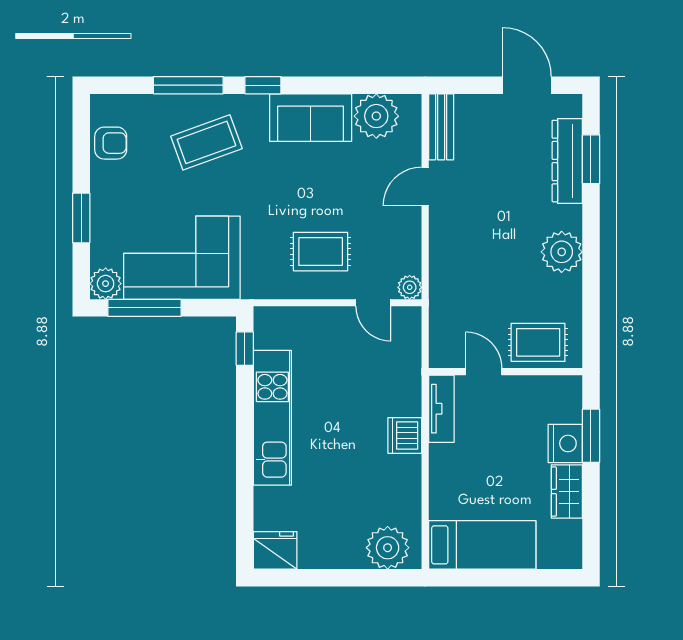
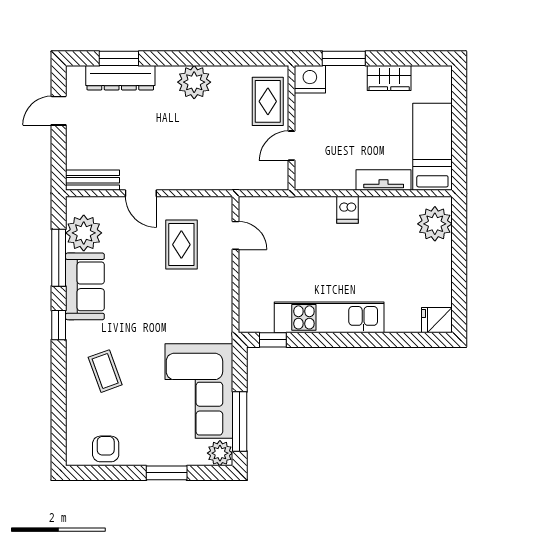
window: (188, 85) -> (59, 258), moved
door: (527, 85) -> (59, 111), width x0.73
coffee table: (206, 142) -> (105, 371), width x0.73, depth x0.77
rug: (321, 252) -> (181, 245), moved
plant: (410, 287) -> (223, 206), removed
door: (373, 303) -> (236, 235), hinge flipped
tv unit: (441, 409) -> (384, 180), moved
dishwasher: (405, 435) -> (348, 210), width x0.73
nightstand: (565, 443) -> (310, 79), moved
fridge: (275, 550) -> (437, 320), width x0.72

